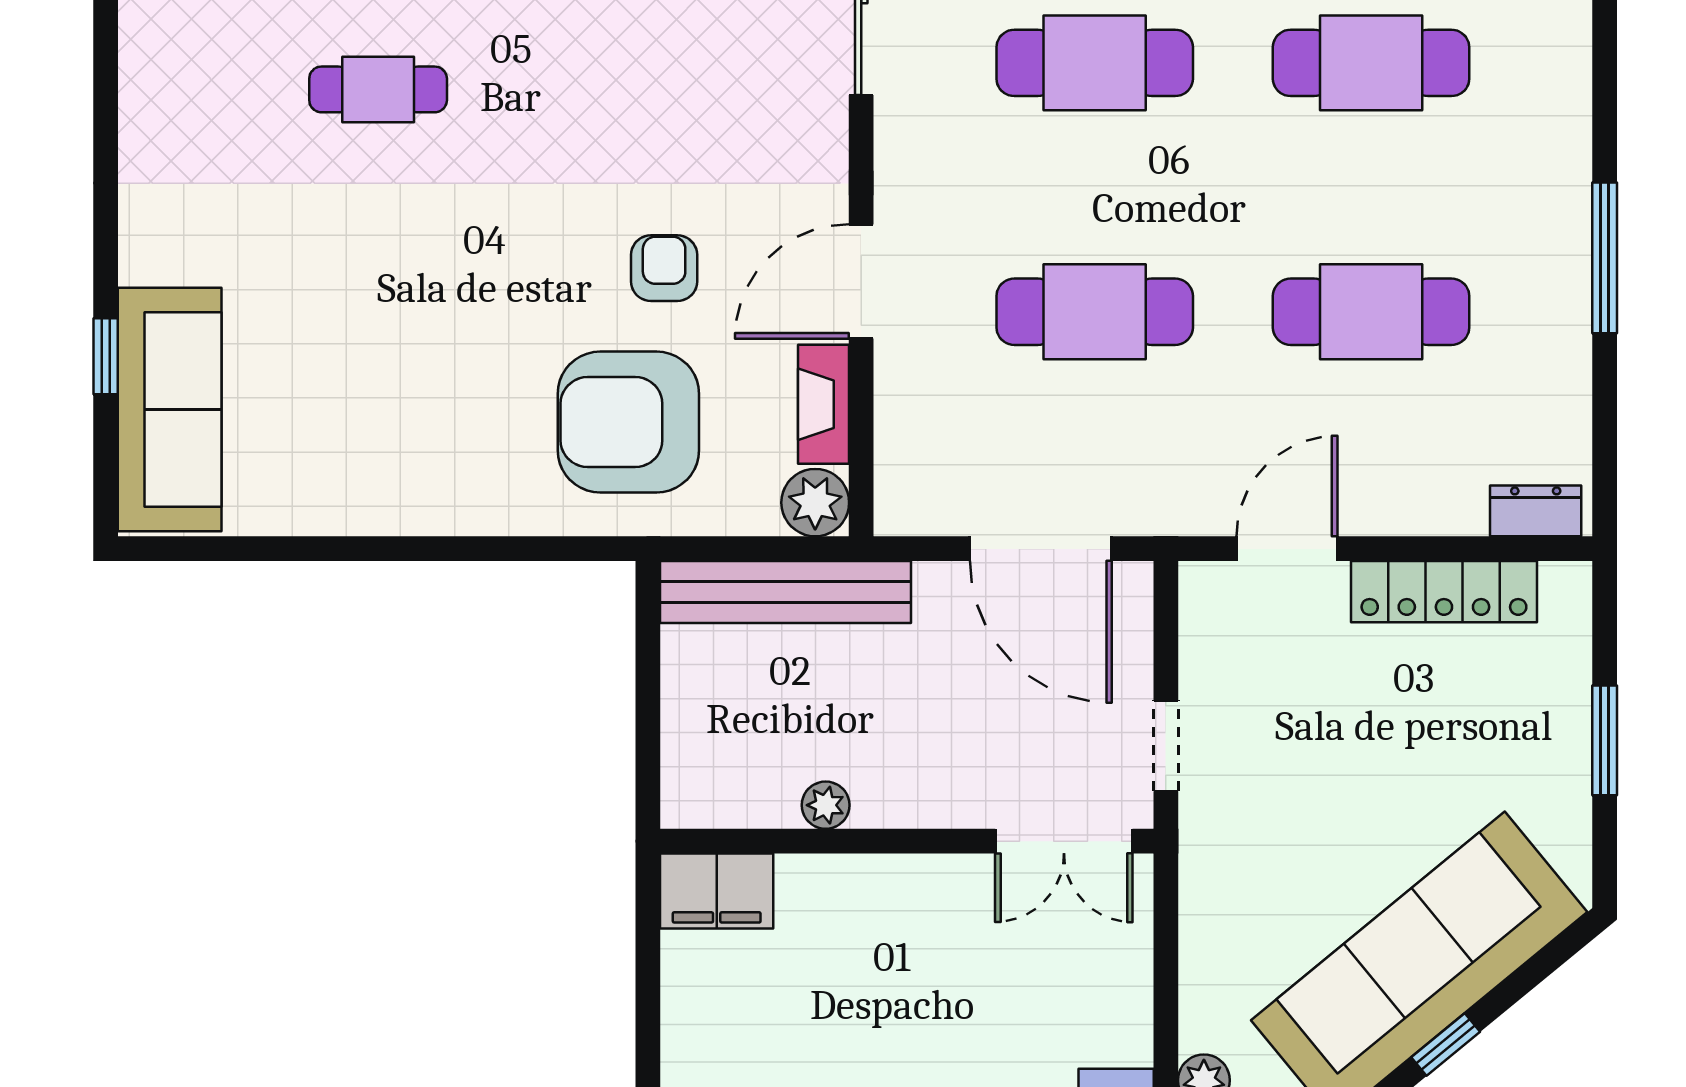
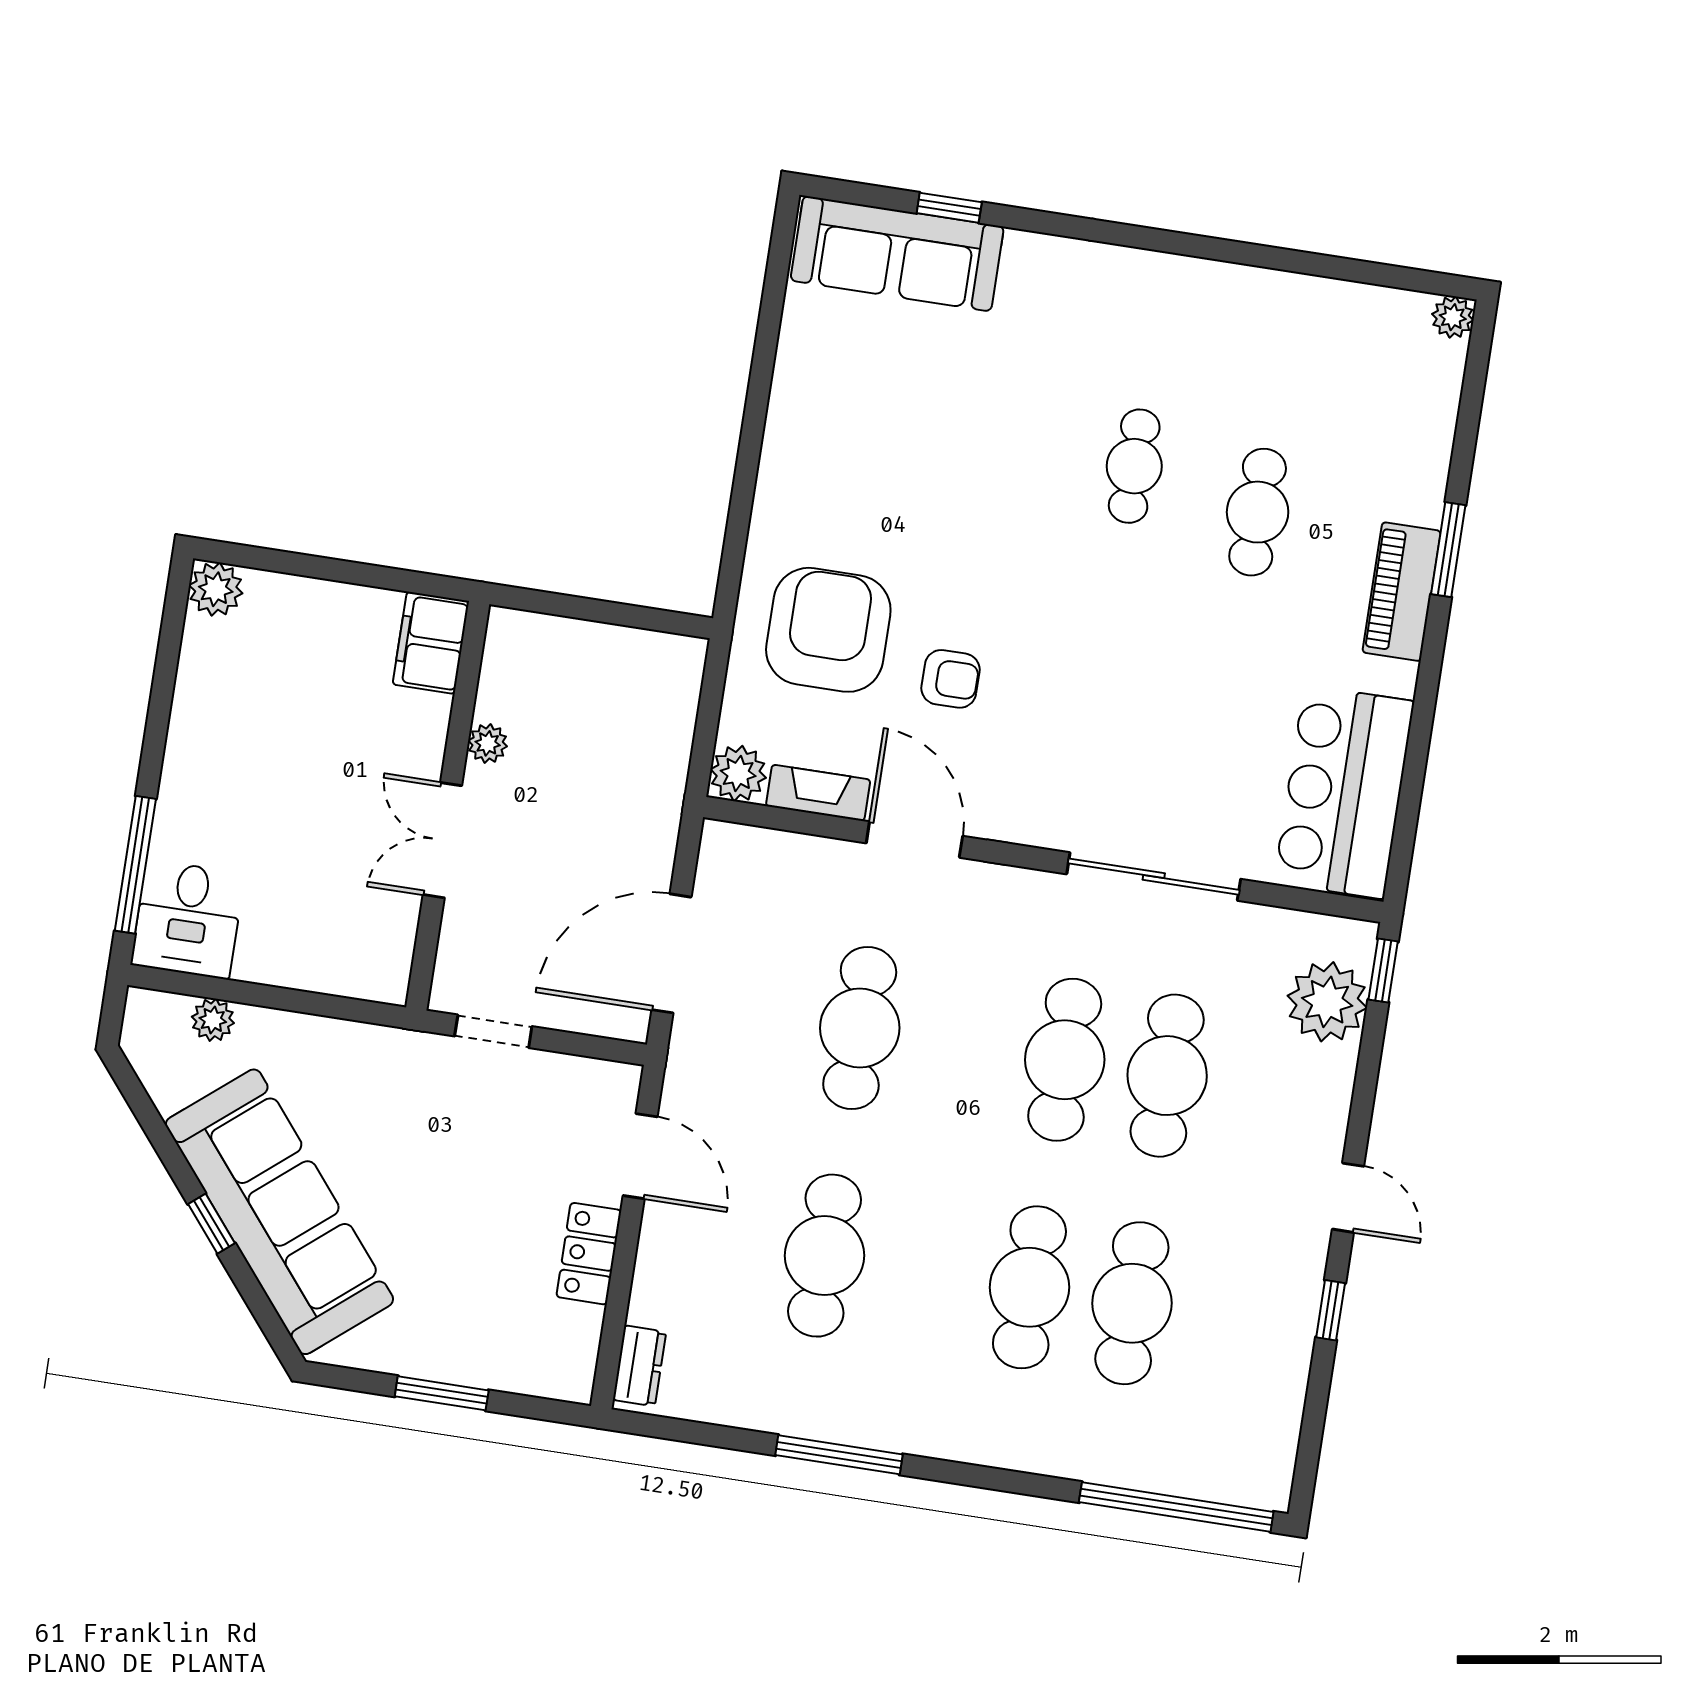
bench: (786, 592) -> (668, 738), removed
locker: (1444, 592) -> (589, 1254), width x0.66
double door: (1064, 841) -> (442, 840), moved

